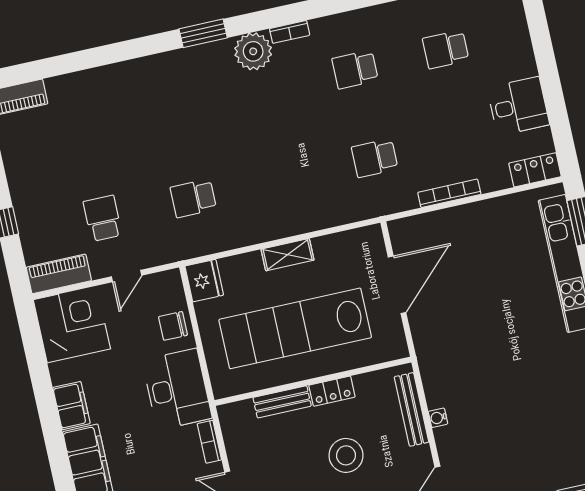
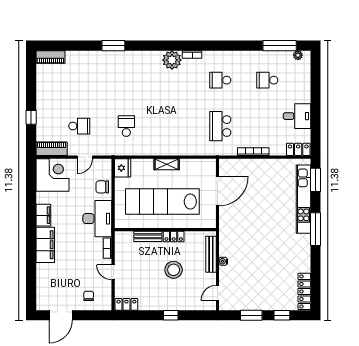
window: (203, 33) -> (113, 46), moved
school desk: (375, 158) -> (220, 126), width x1.85
school desk: (193, 198) -> (126, 126), turned 90
school desk: (103, 218) -> (79, 126), turned 90

